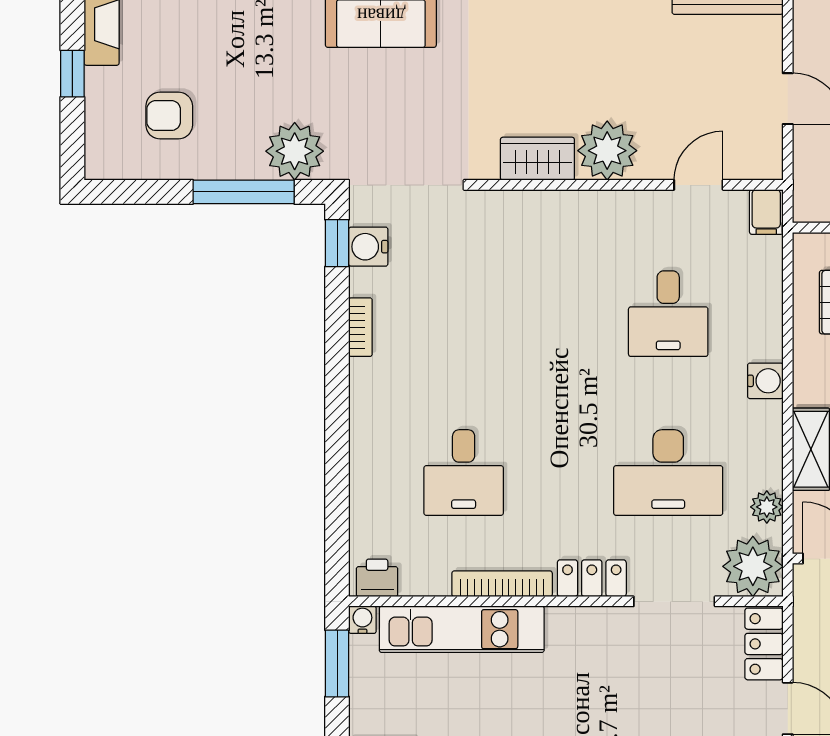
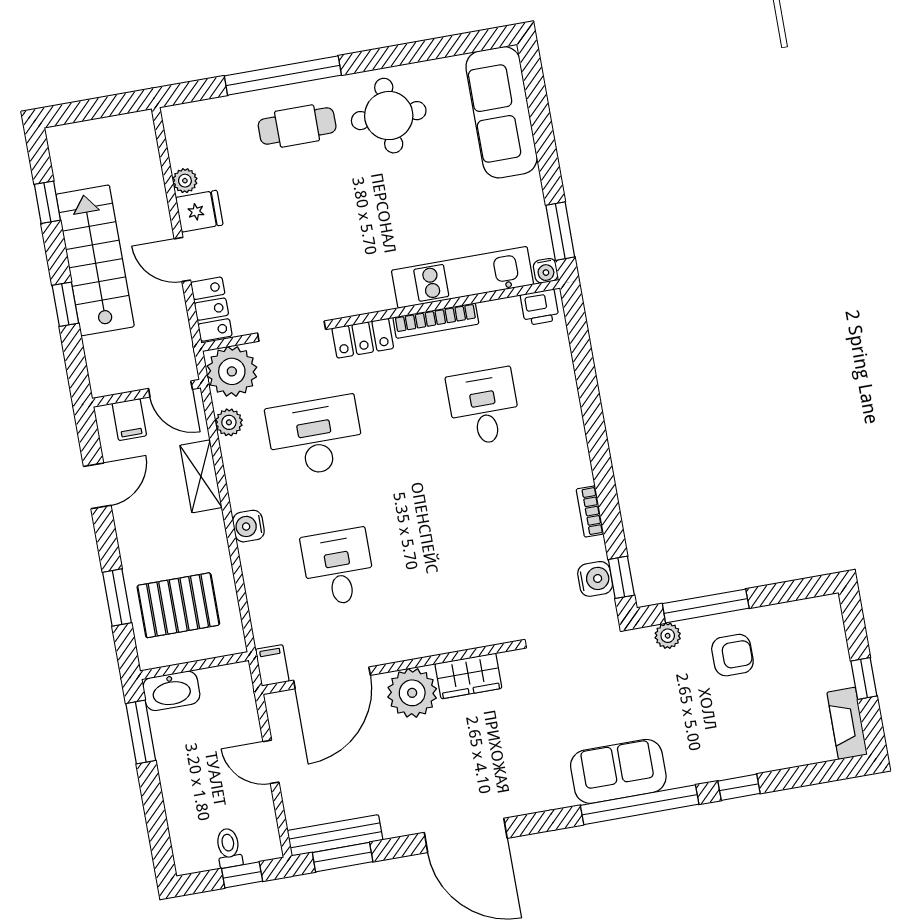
armchair: (169, 116) -> (732, 655), moved
plant: (295, 151) -> (668, 636), width x0.53, depth x0.53
door: (698, 185) -> (332, 678), width x1.87

